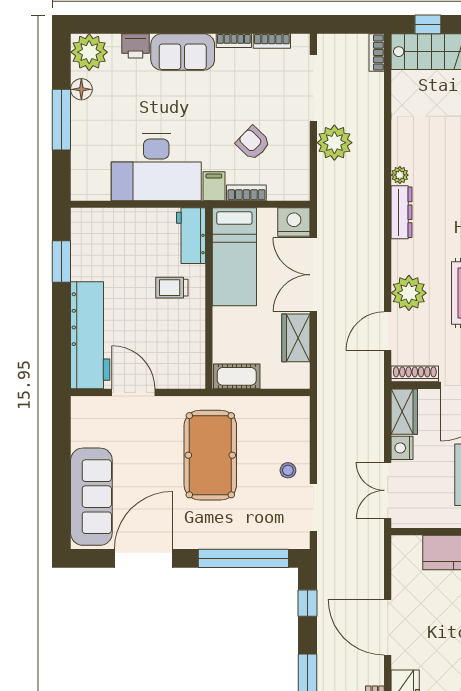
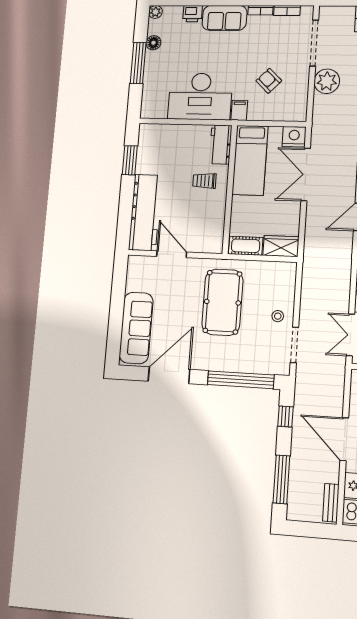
plant: (89, 52) -> (156, 12), width x0.53, depth x0.53
bookcase: (246, 193) -> (262, 115), removed
wardrobe: (296, 338) -> (281, 246), moved, turned 90

